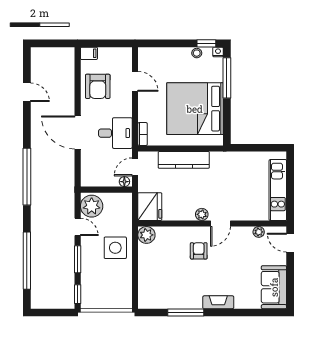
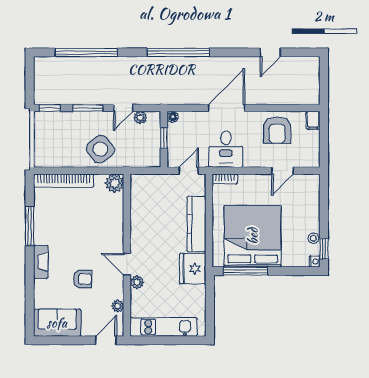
window: (227, 78) -> (245, 271), moved
armchair: (98, 86) -> (277, 130), turned -90
door: (135, 167) -> (189, 171), hinge flipped
floor lamp: (124, 182) -> (173, 117), moved
window: (105, 190) -> (164, 138), added
plant: (92, 206) -> (140, 118), width x0.53, depth x0.53
fridge: (150, 207) -> (193, 269), moved, turned 90
plant: (202, 214) -> (137, 282), moved
side table: (115, 248) -> (100, 149), turned -37
armchair: (199, 251) -> (83, 279), moved
bookcase: (144, 281) -> (64, 181), added

